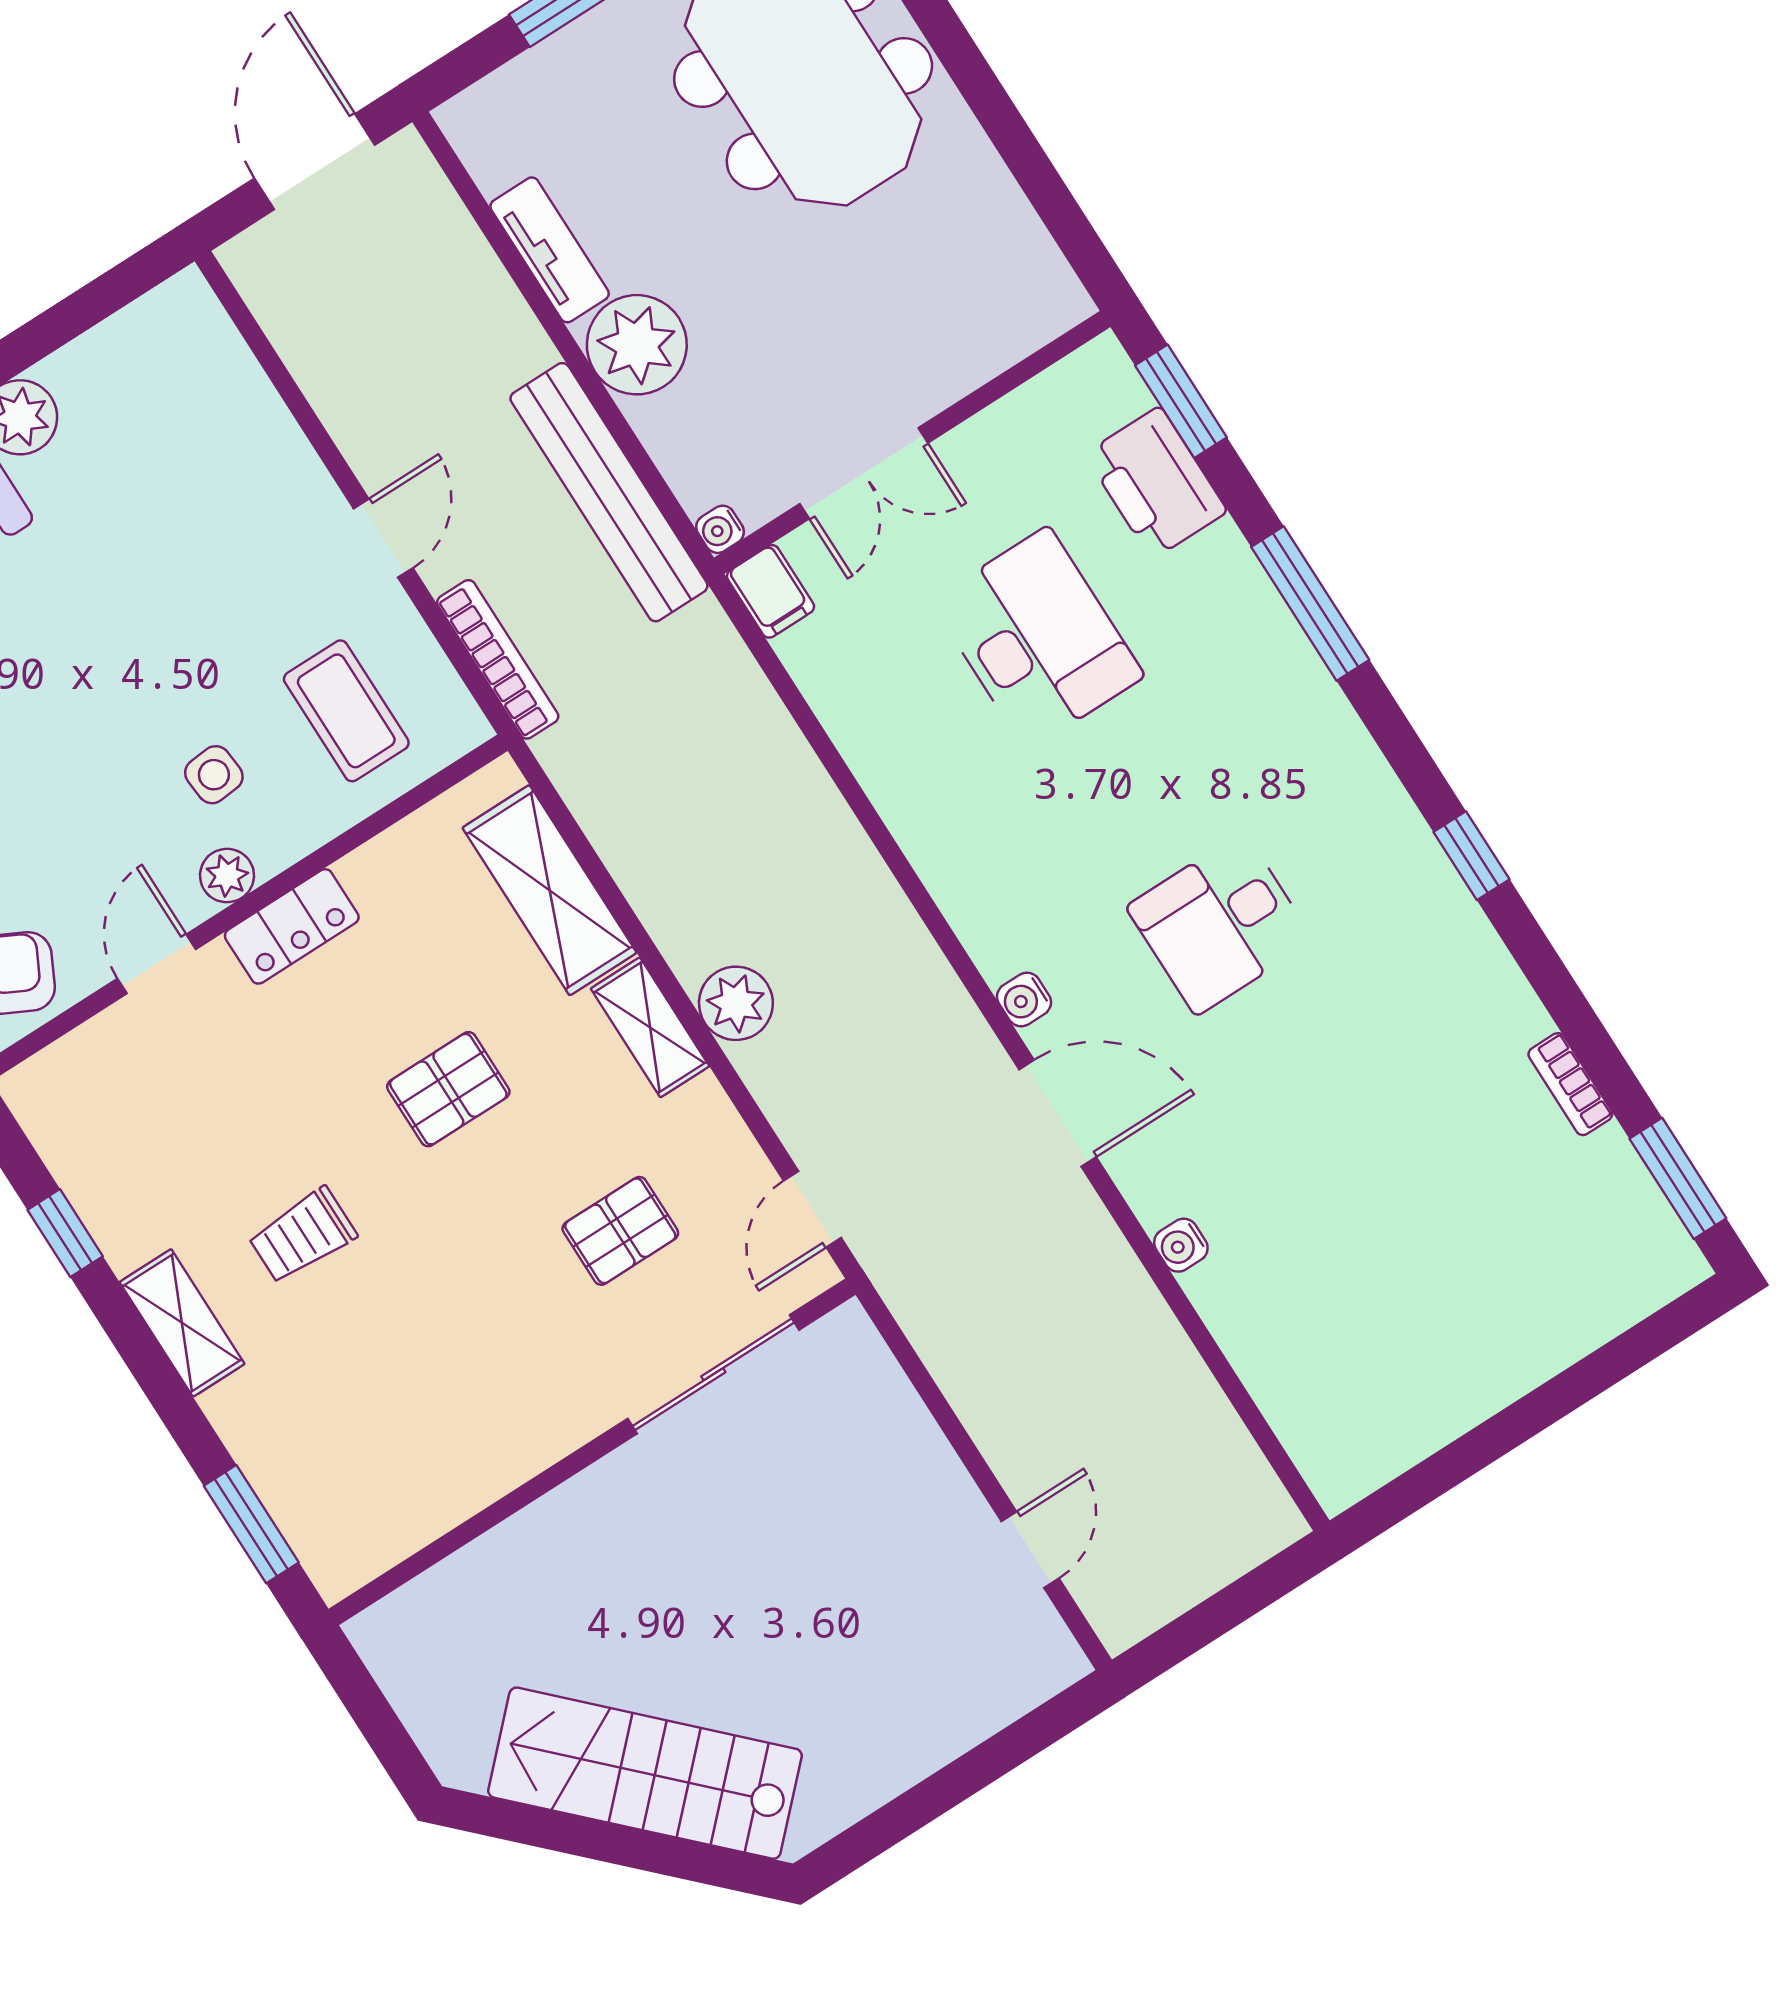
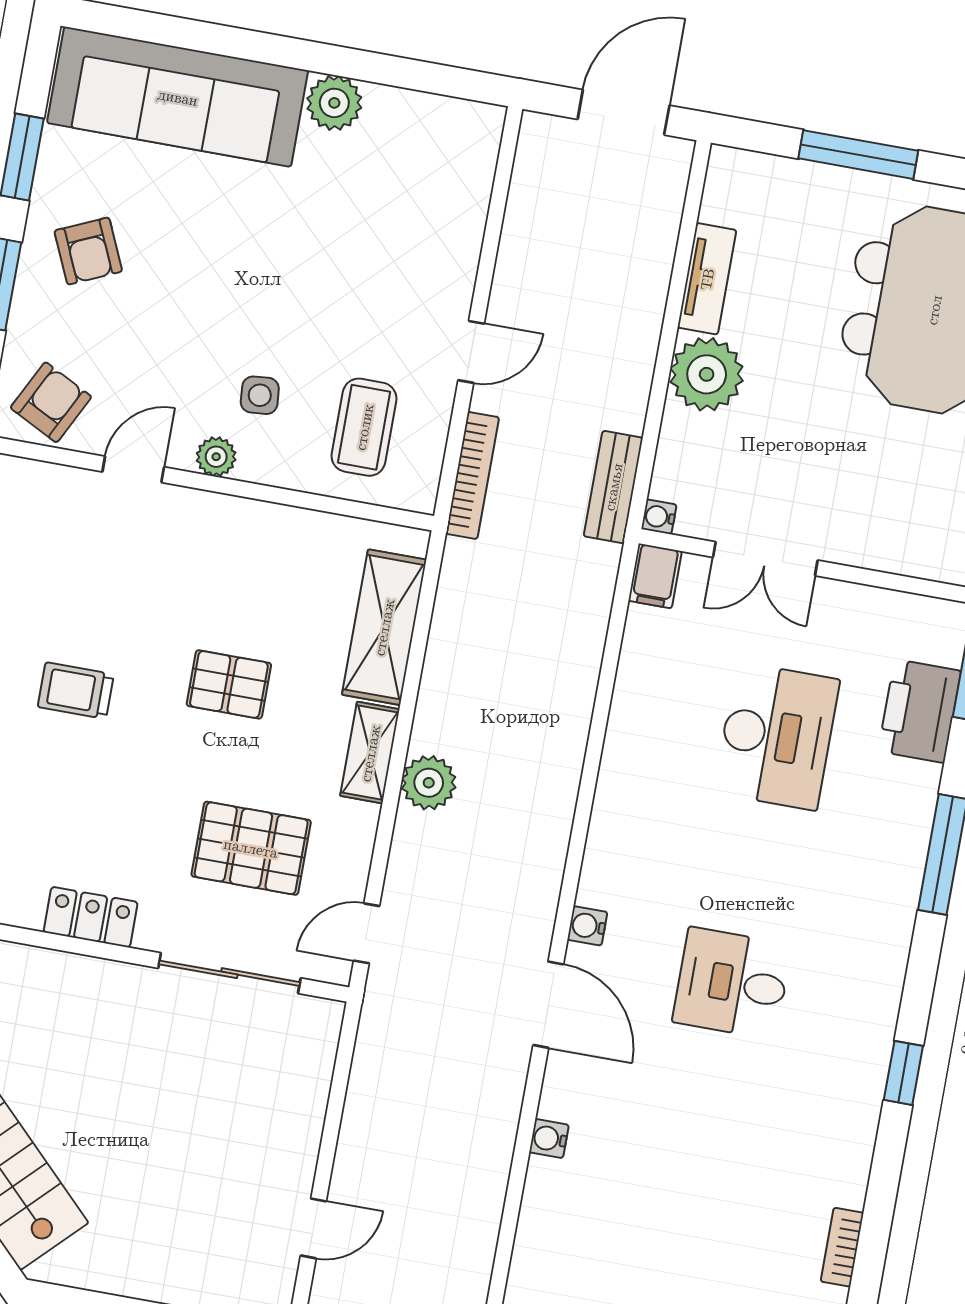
bench: (609, 492) -> (613, 487), width x0.54, depth x0.82
locker: (292, 926) -> (91, 917), moved, turned 180
pallet: (620, 1231) -> (251, 848), width x1.50, depth x1.42

